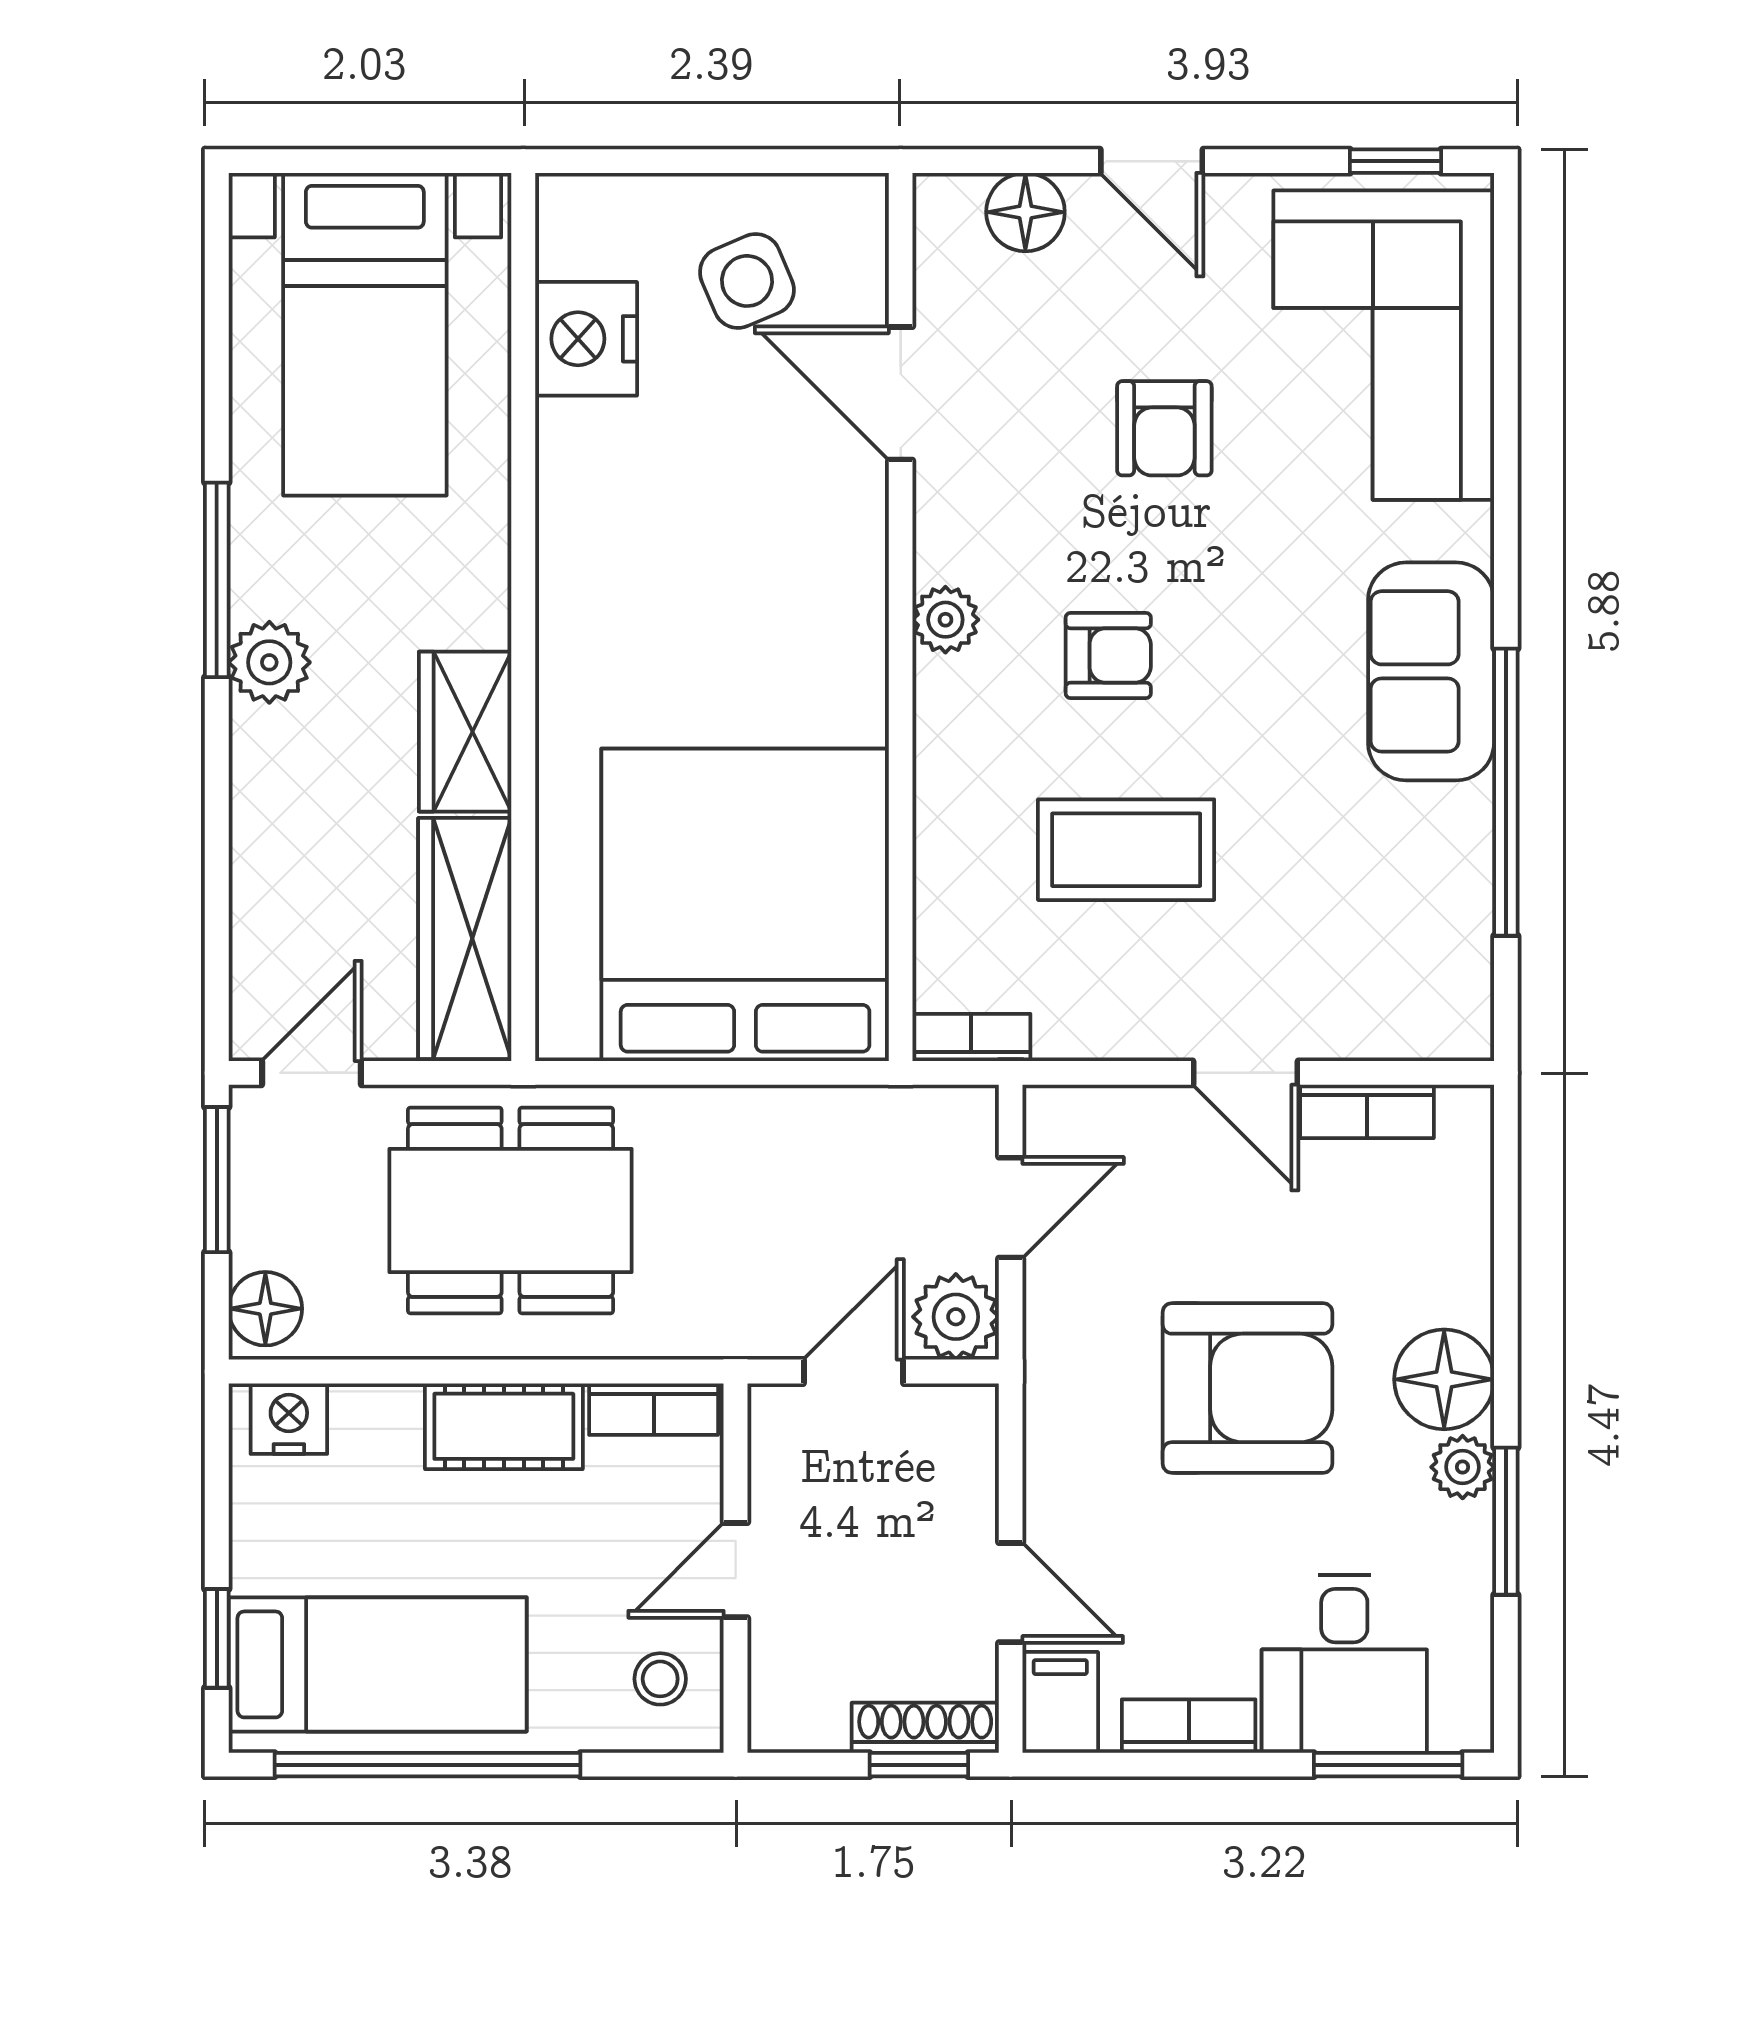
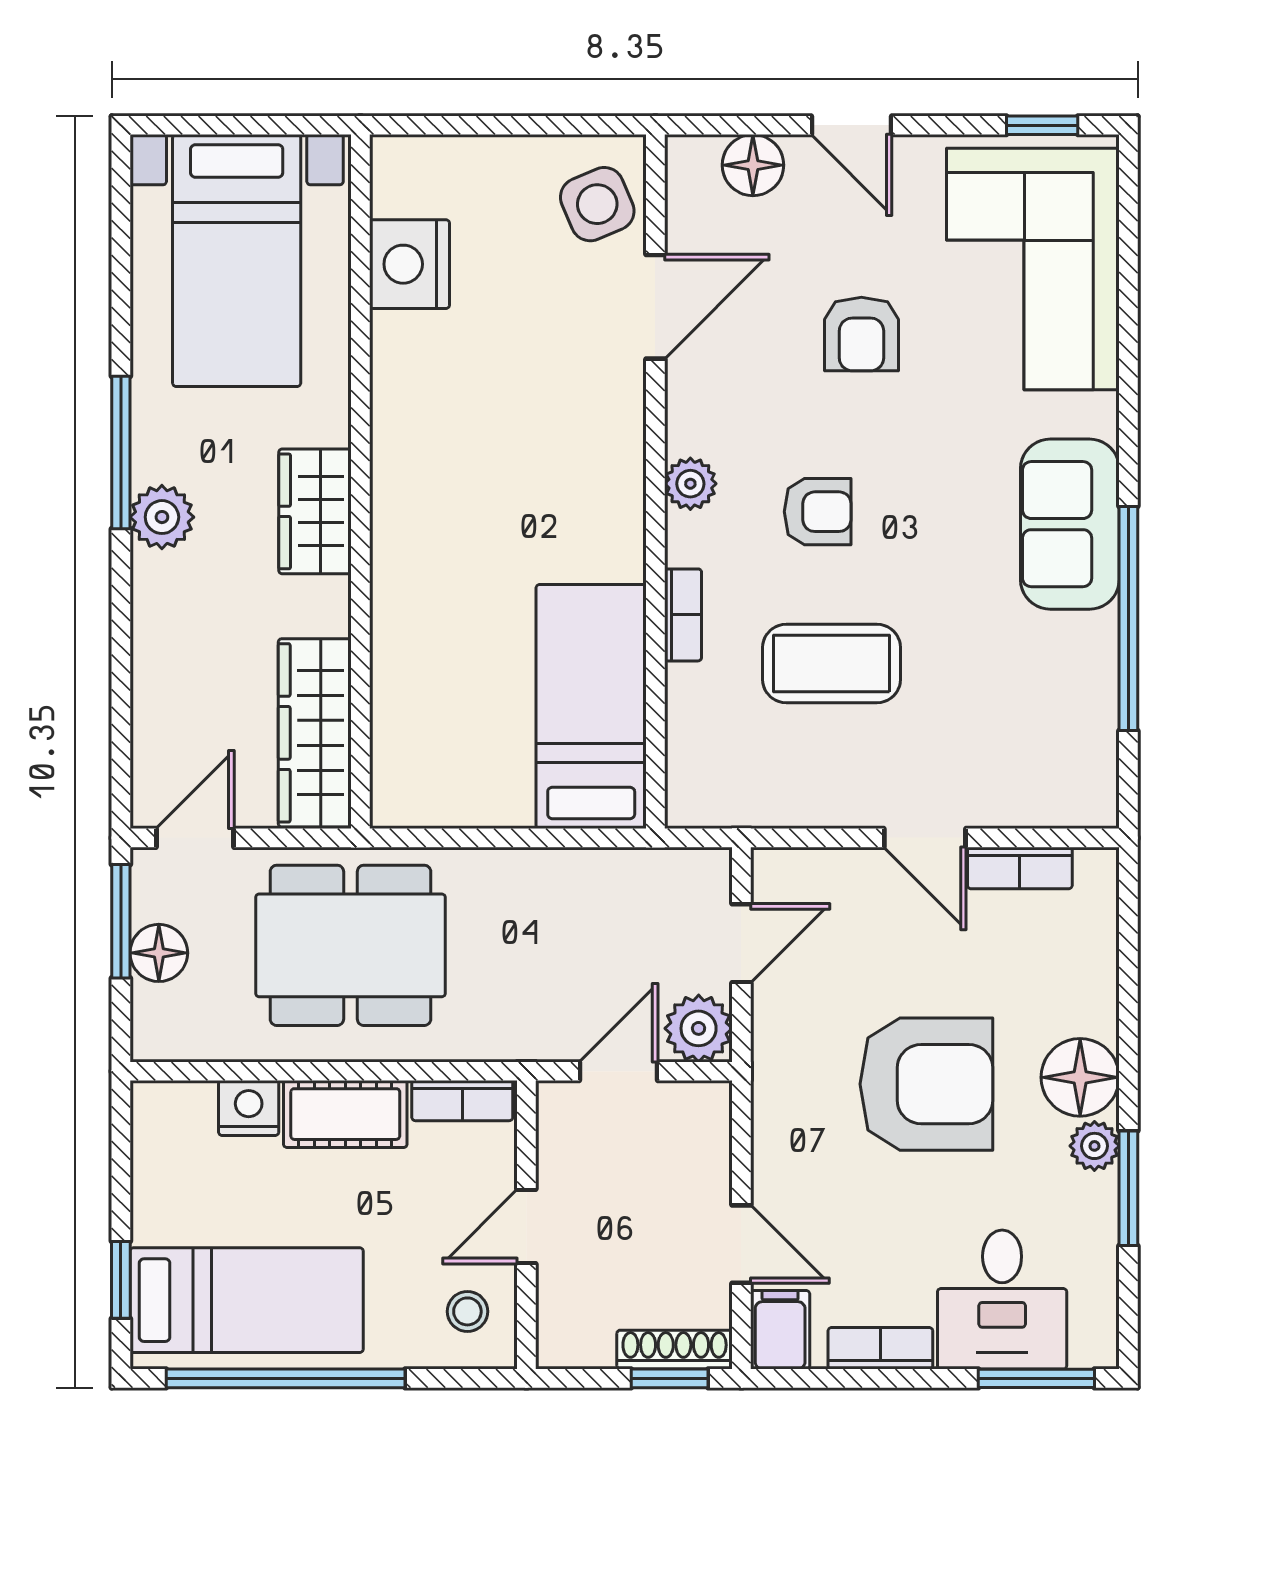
side table: (747, 281) -> (597, 204), moved
door: (901, 393) -> (655, 307), swing flipped
wardrobe: (465, 732) -> (315, 511), moved
bed: (745, 905) -> (591, 706), width x0.49
bookcase: (971, 1037) -> (683, 615), moved, turned 90
floor lamp: (265, 1309) -> (159, 953), moved
nightstand: (289, 1419) -> (249, 1108), moved

